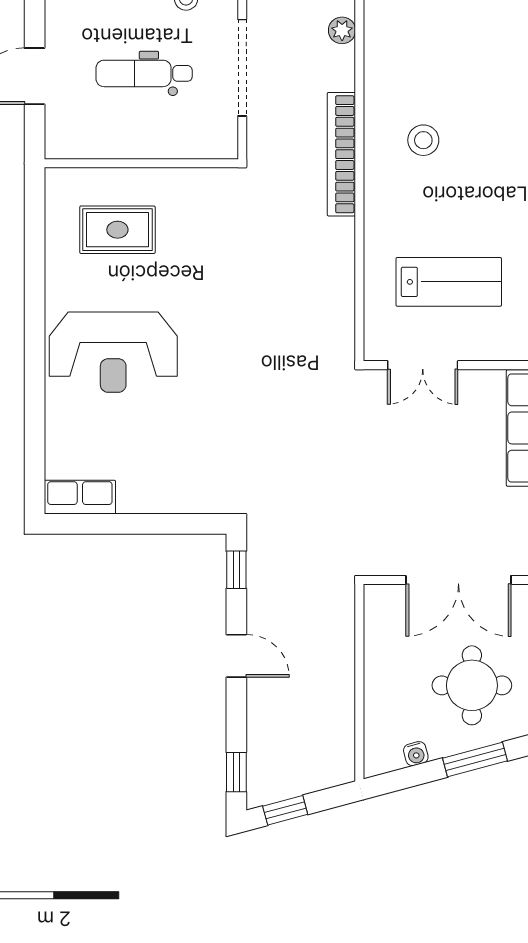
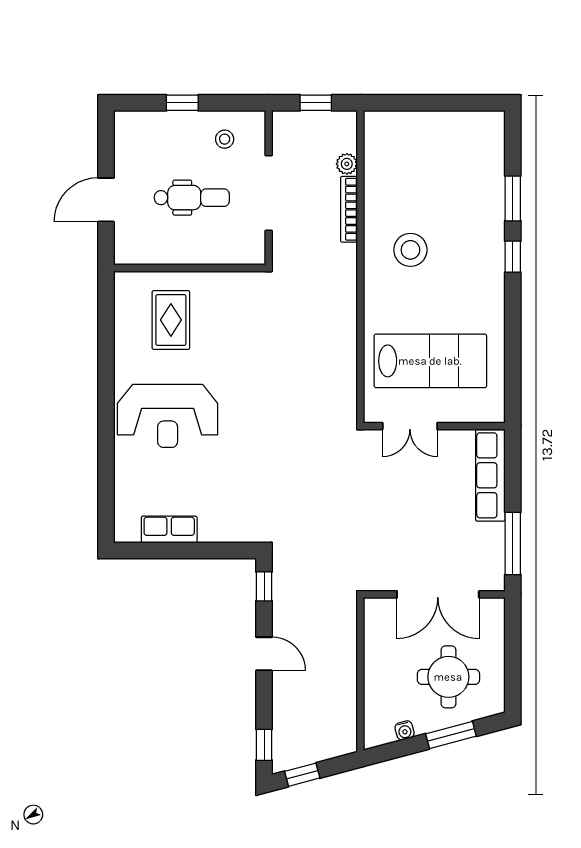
dental chair: (144, 73) -> (192, 198), turned 180
stool: (423, 140) -> (410, 250), width x1.38, depth x1.38
bookcase: (341, 154) -> (349, 209), moved, width x0.68, depth x0.76
rug: (117, 230) -> (171, 320), turned 90
lab bench: (449, 282) -> (430, 361), width x1.36, depth x1.39
row of seats: (80, 497) -> (169, 530), moved

